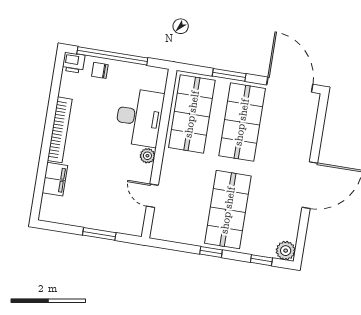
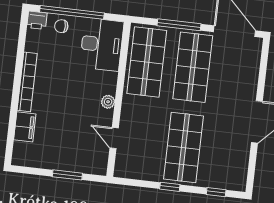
window: (229, 75) -> (179, 25), width x1.44
desk: (139, 117) -> (102, 45), moved
plant: (286, 251) -> (238, 182), removed

